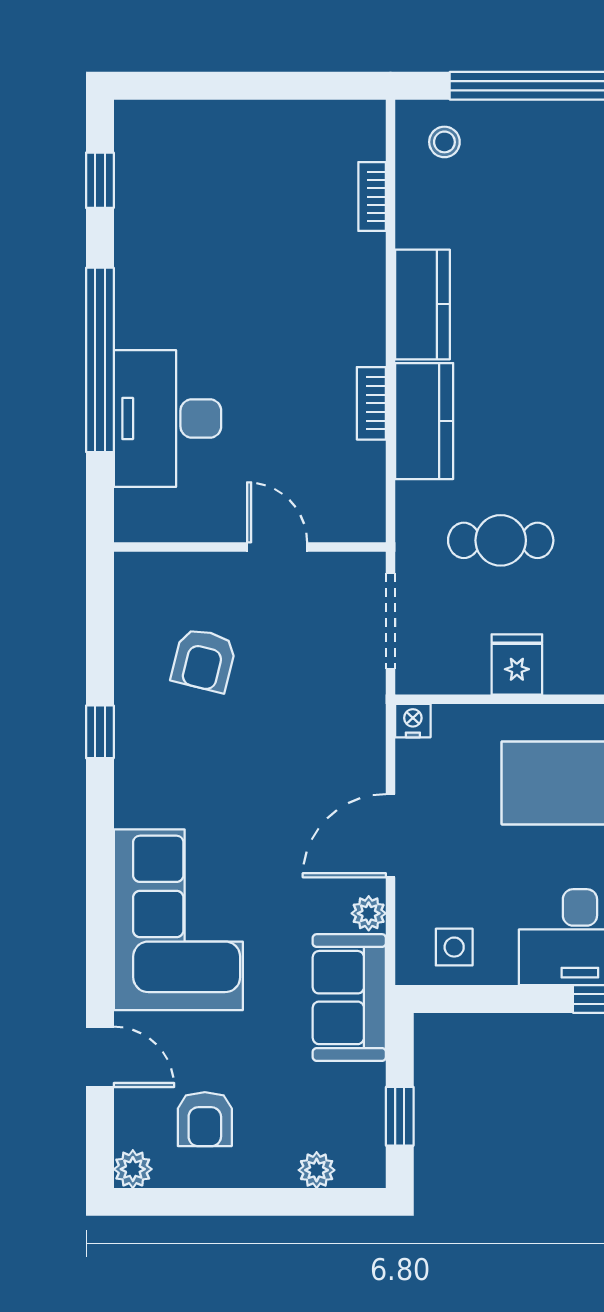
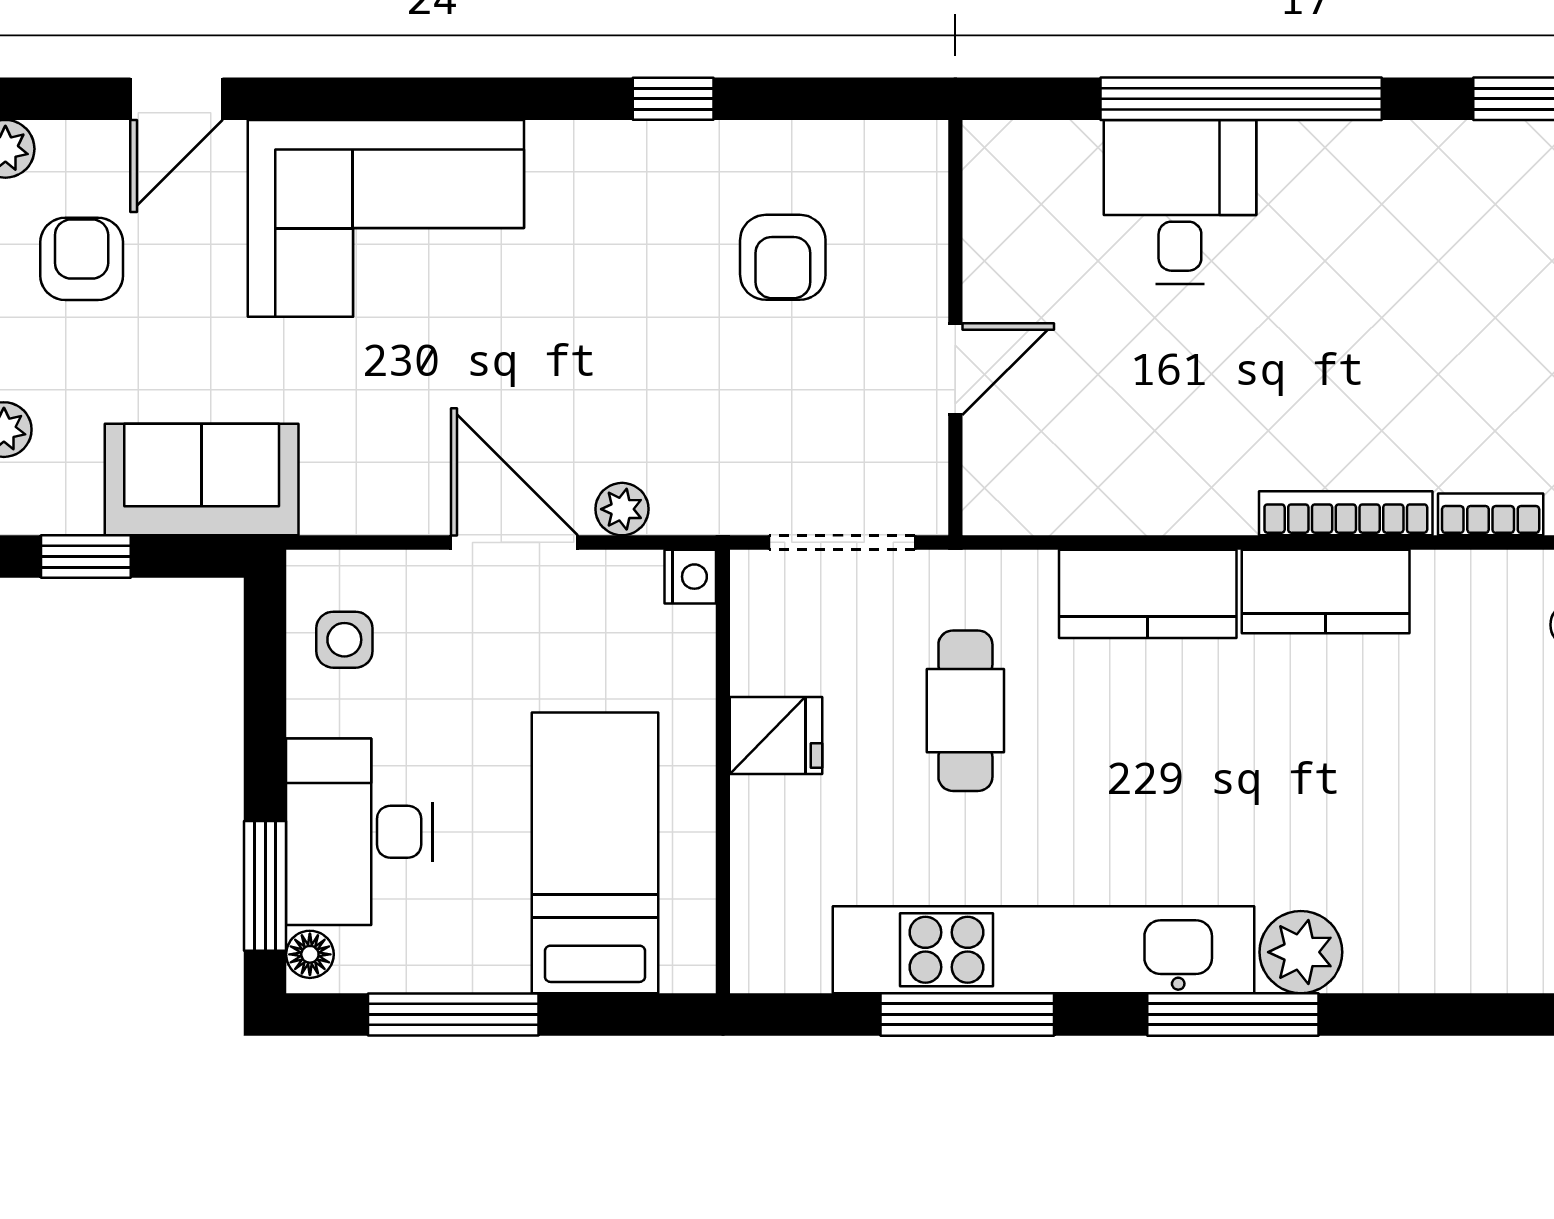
bookcase: (371, 403) -> (1346, 513), moved, width x1.56
desk: (167, 418) -> (1180, 202), width x0.73
armchair: (204, 660) -> (783, 257), turned -104
plant: (369, 913) -> (622, 509), moved
sofa: (349, 998) -> (202, 480), moved
armchair: (205, 1119) -> (82, 259), turned 90

